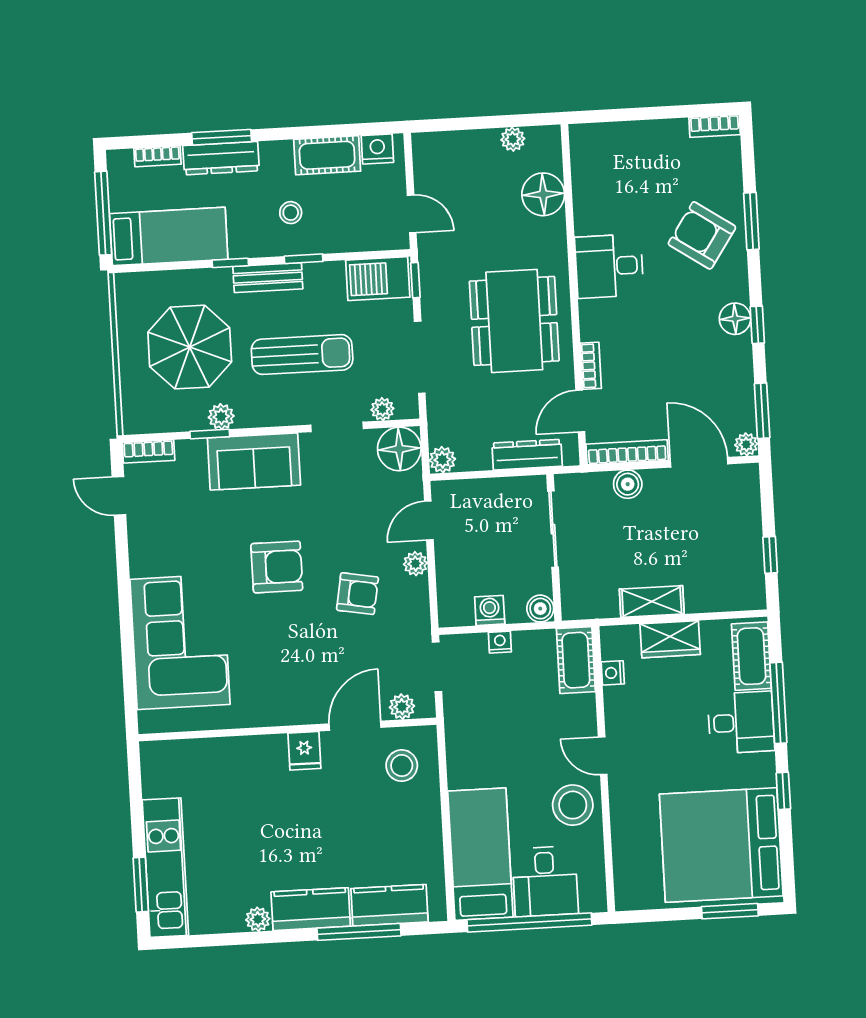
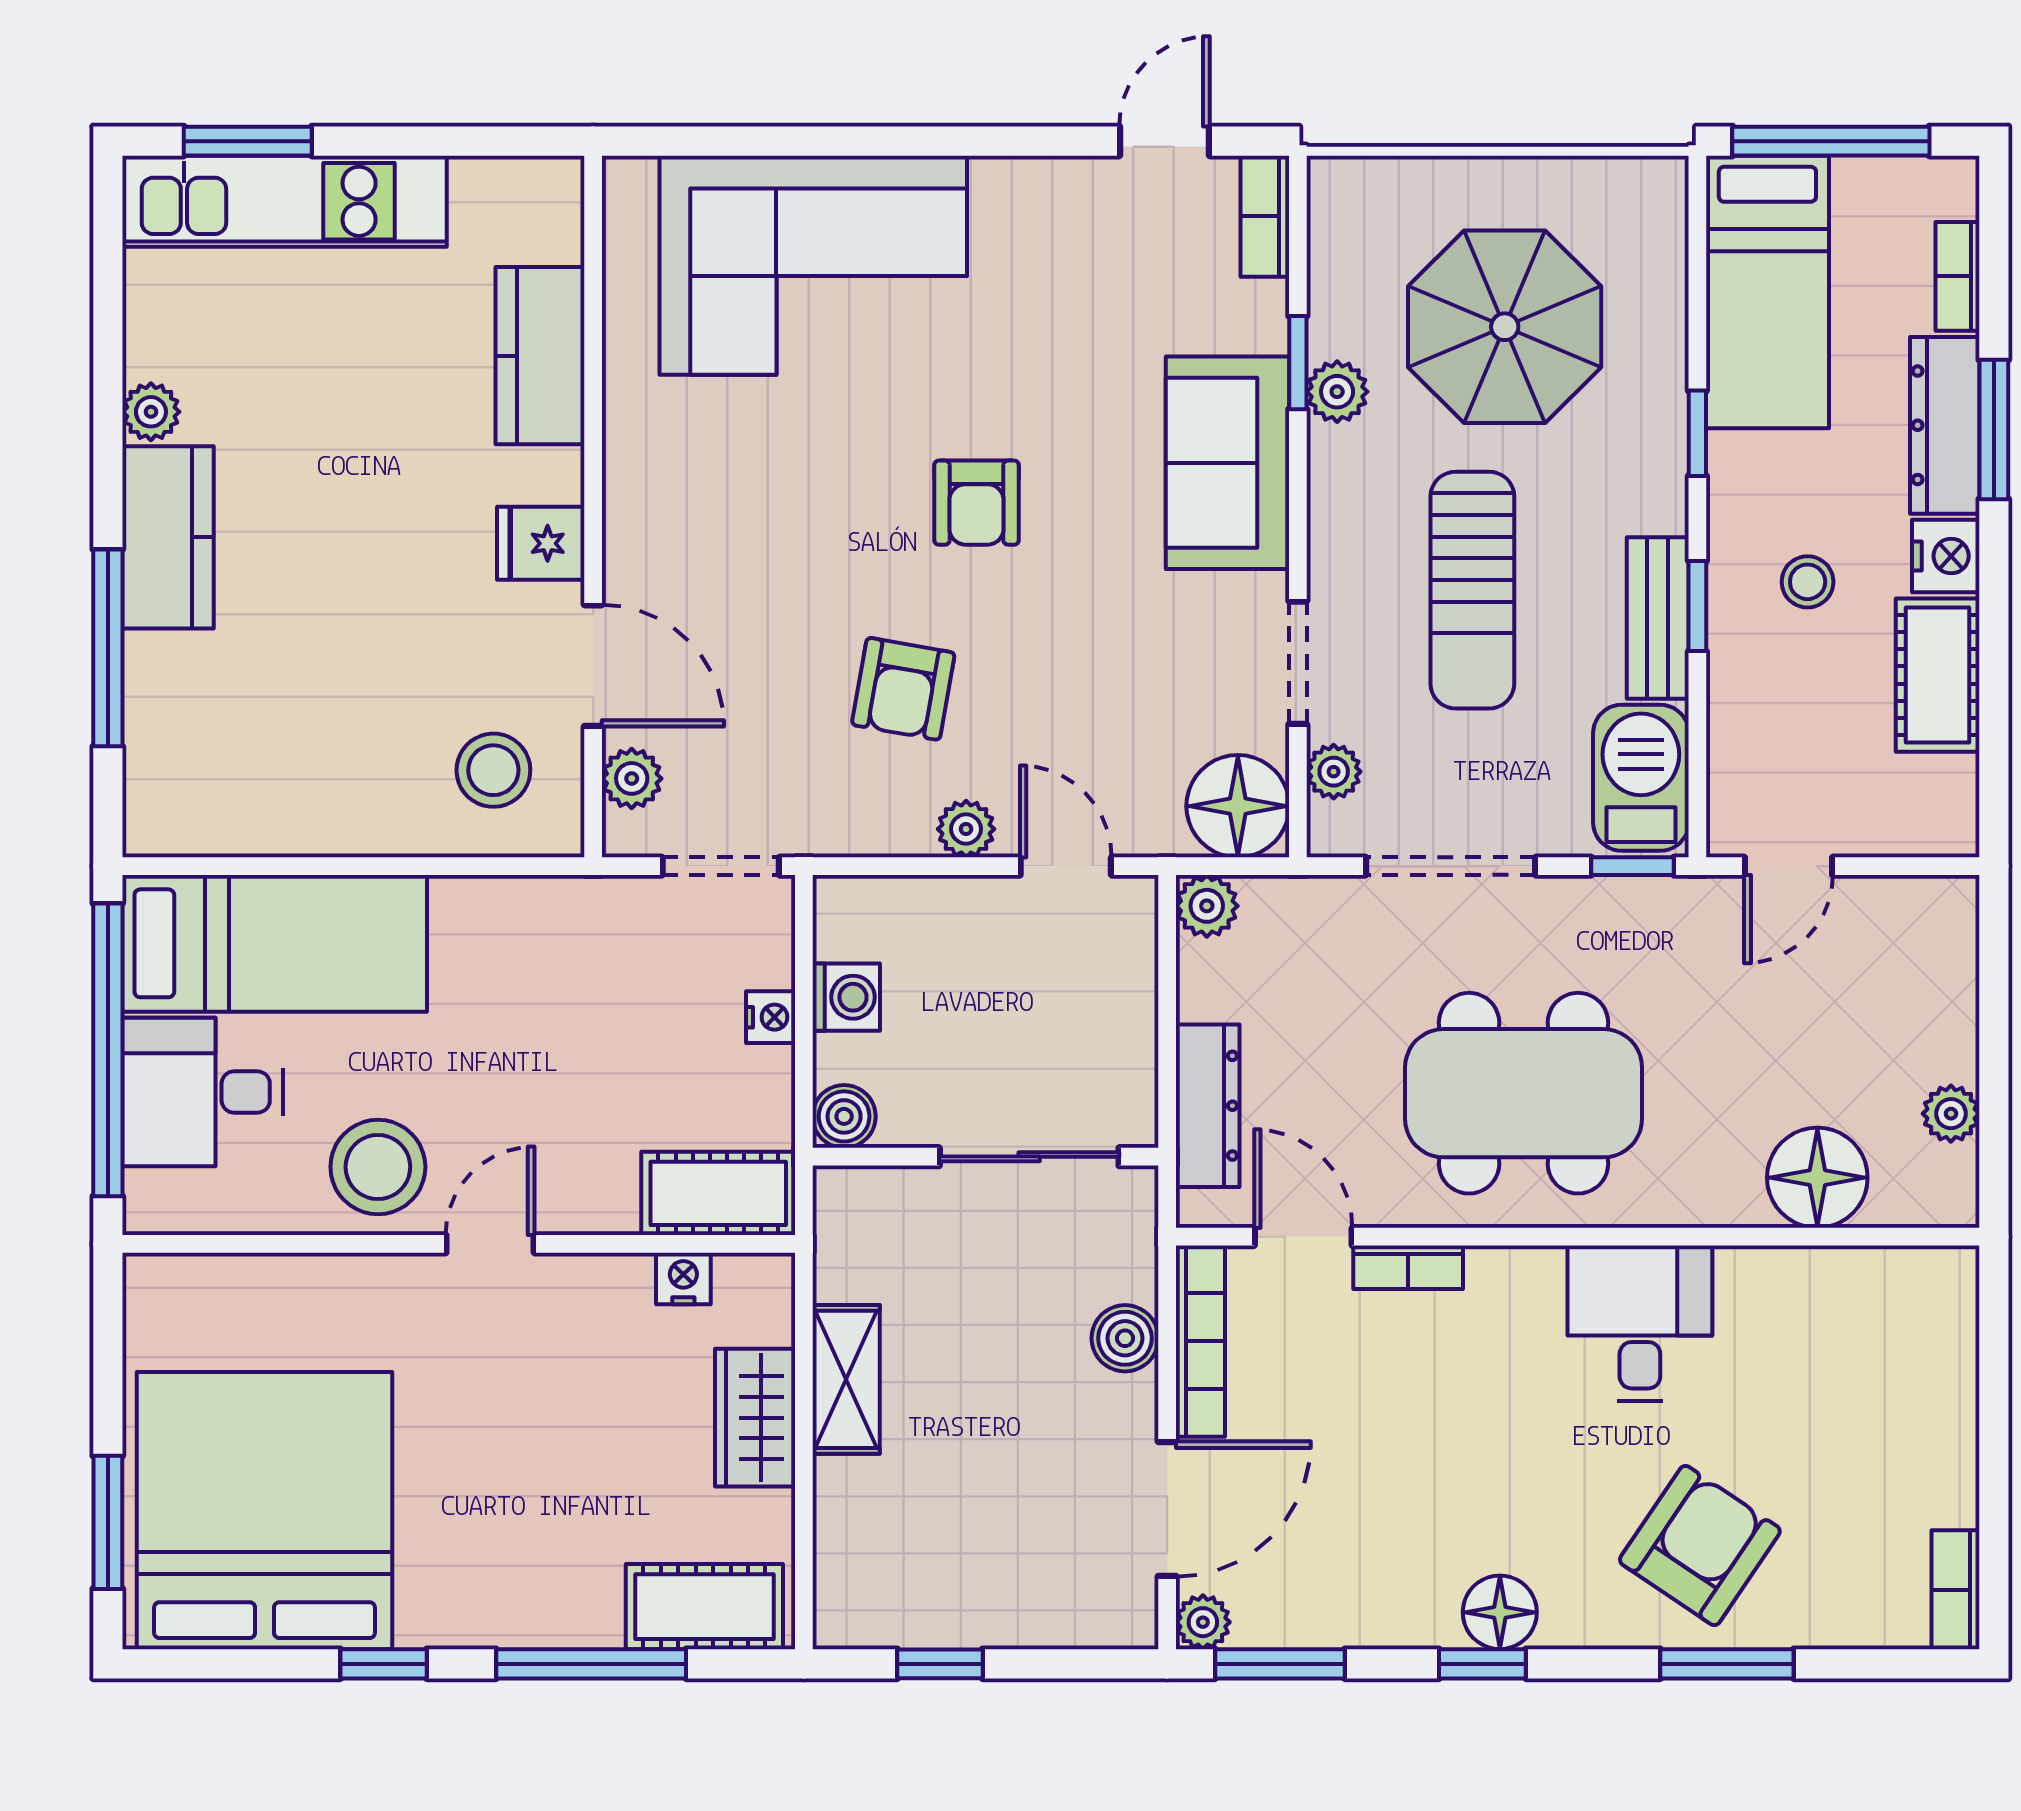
nightstand: (377, 149) -> (1946, 556), moved
bench: (268, 278) -> (1658, 618), moved
armchair: (277, 567) -> (977, 503), width x0.72, depth x0.72
desk: (741, 722) -> (550, 1574), removed
kitchen counter: (389, 905) -> (540, 356), moved, turned 180

